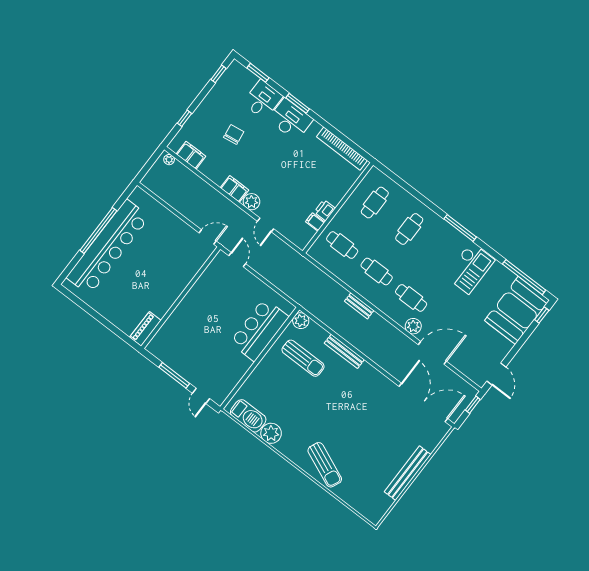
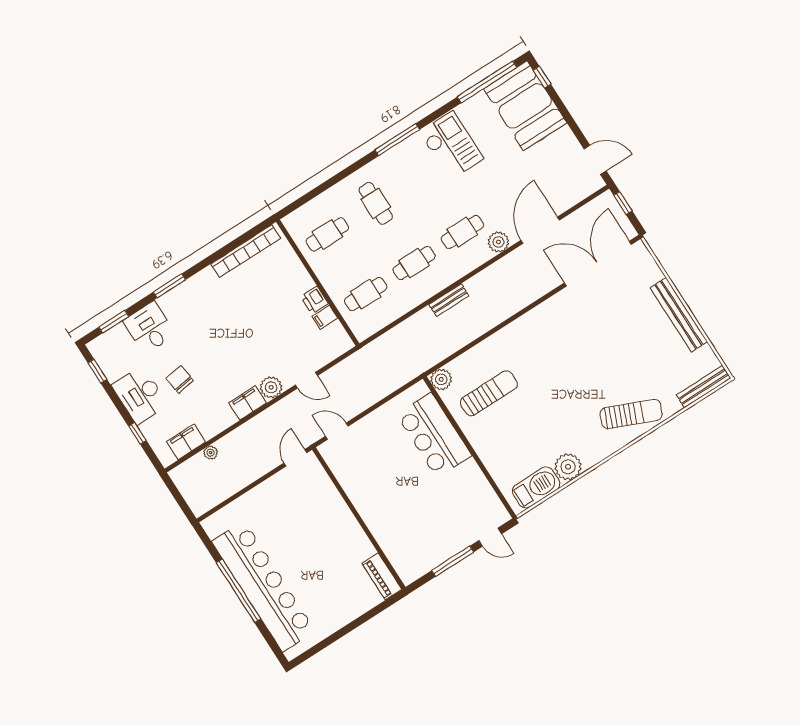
desk: (290, 119) -> (140, 395), moved, turned -90
plant: (169, 160) -> (211, 453), moved
cafe table: (375, 203) -> (327, 234), turned 90
bench: (344, 351) -> (704, 387), moved

